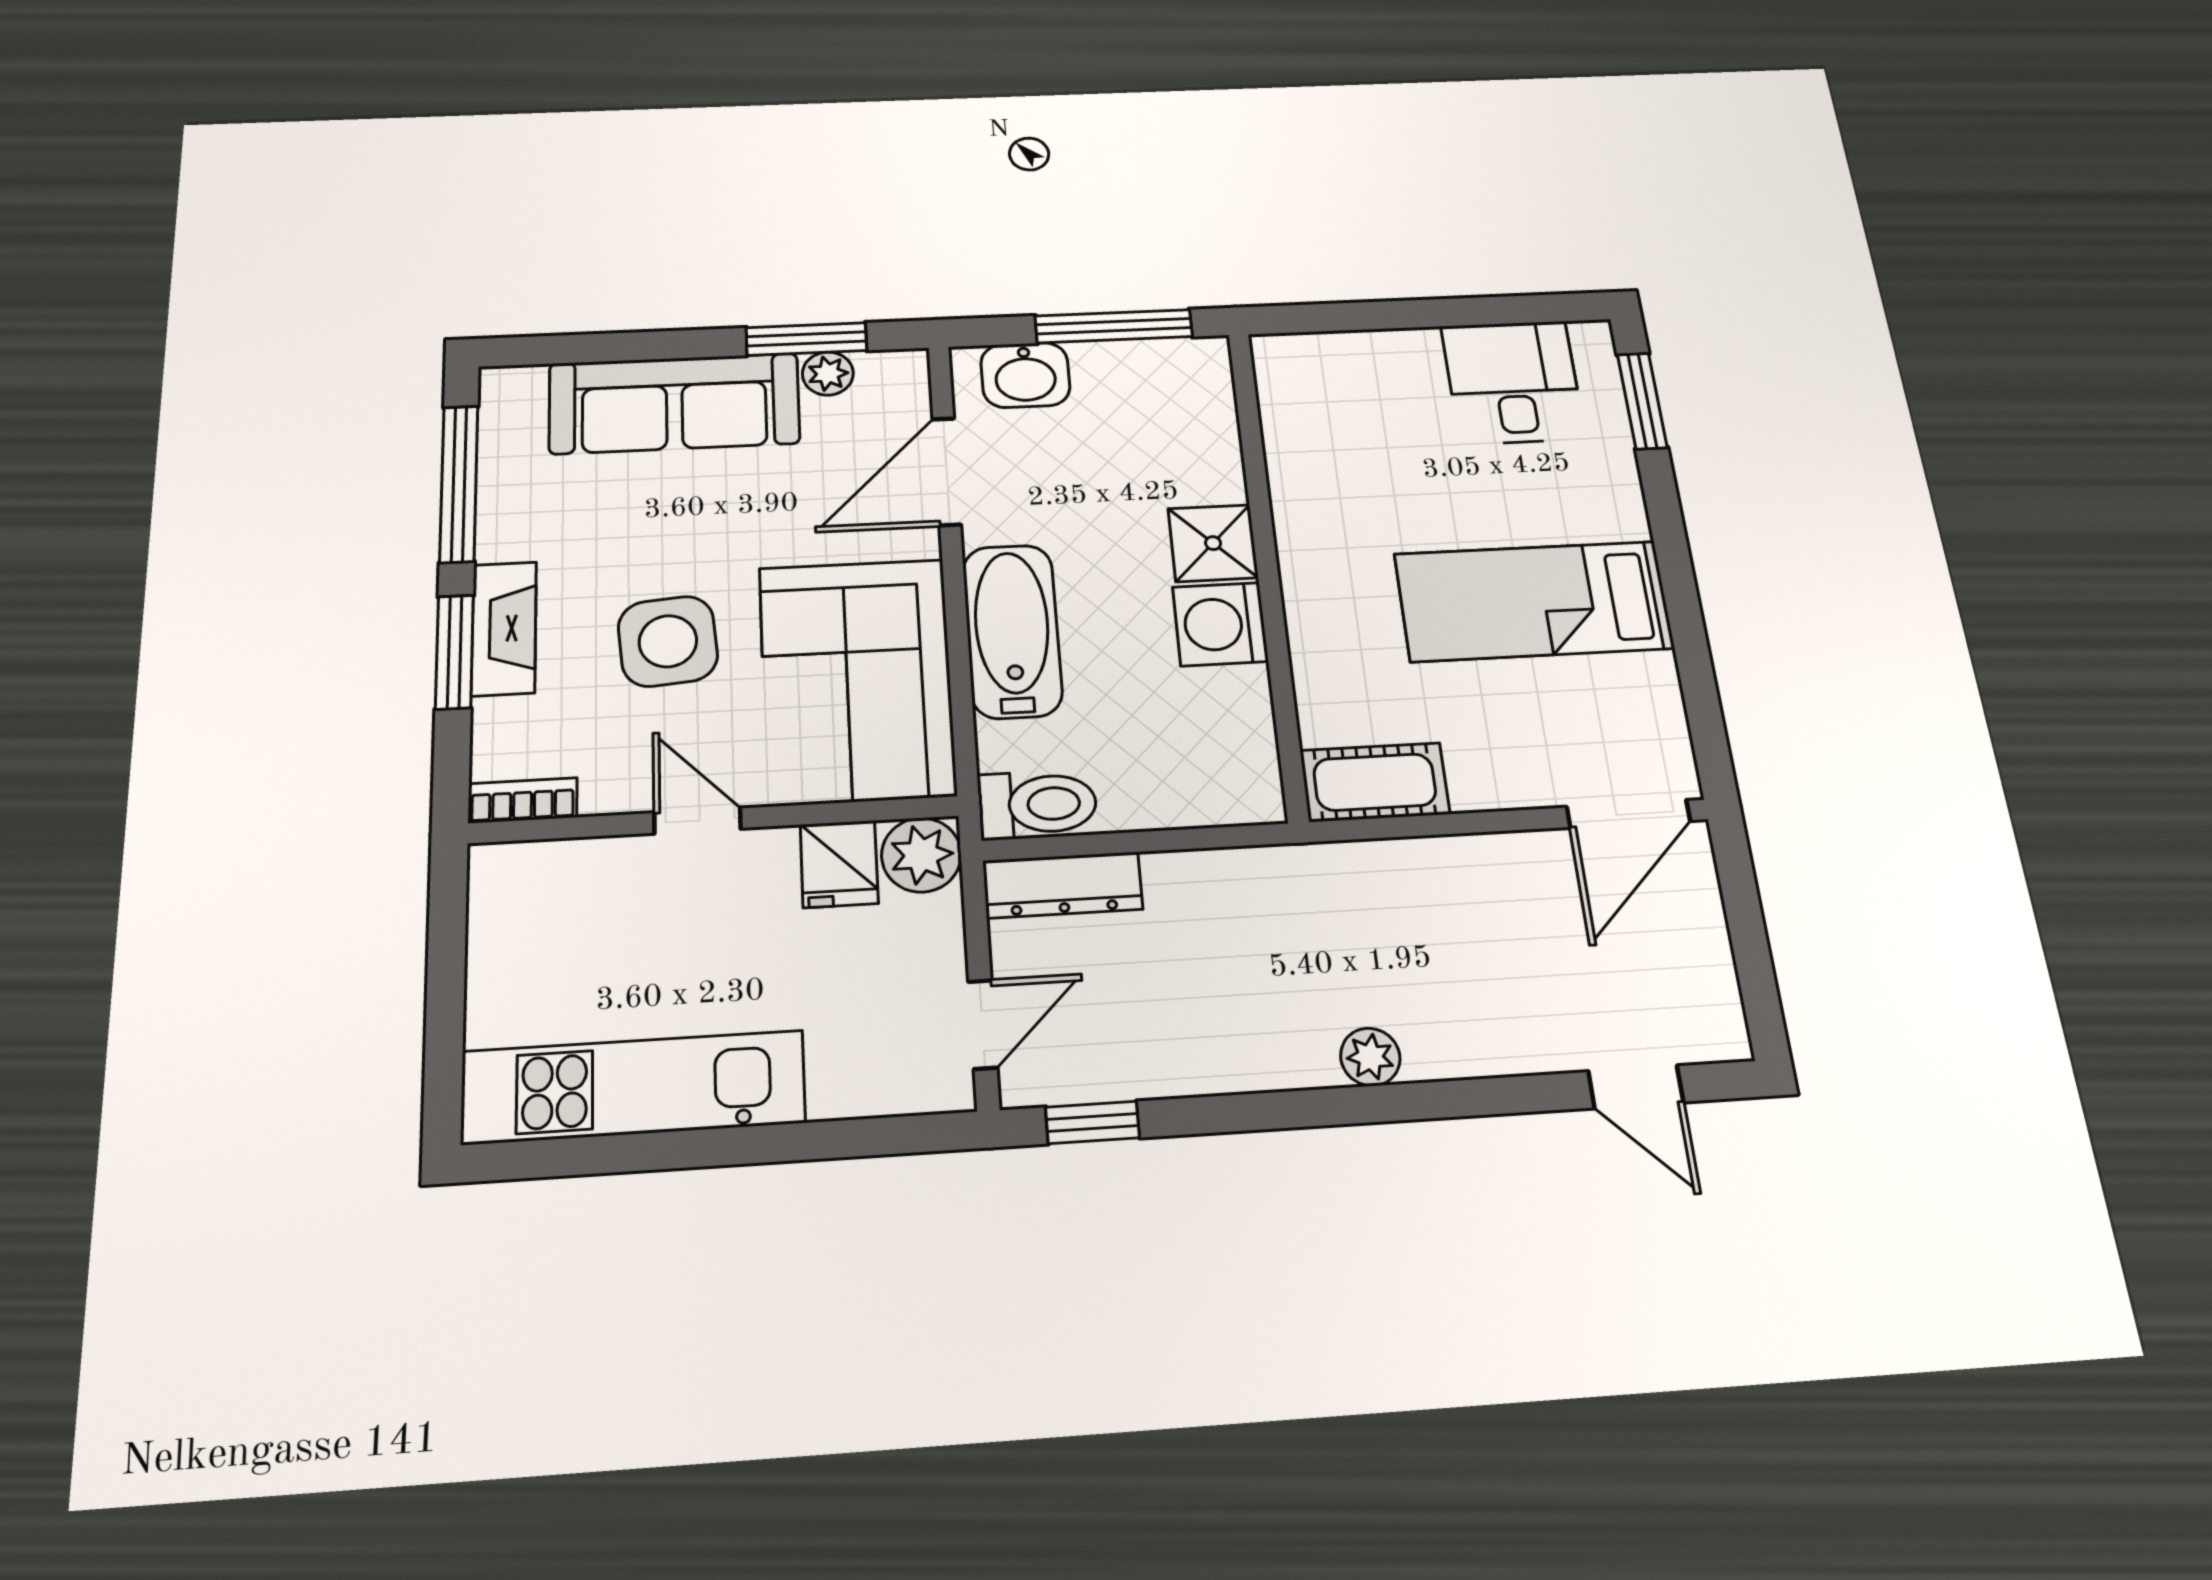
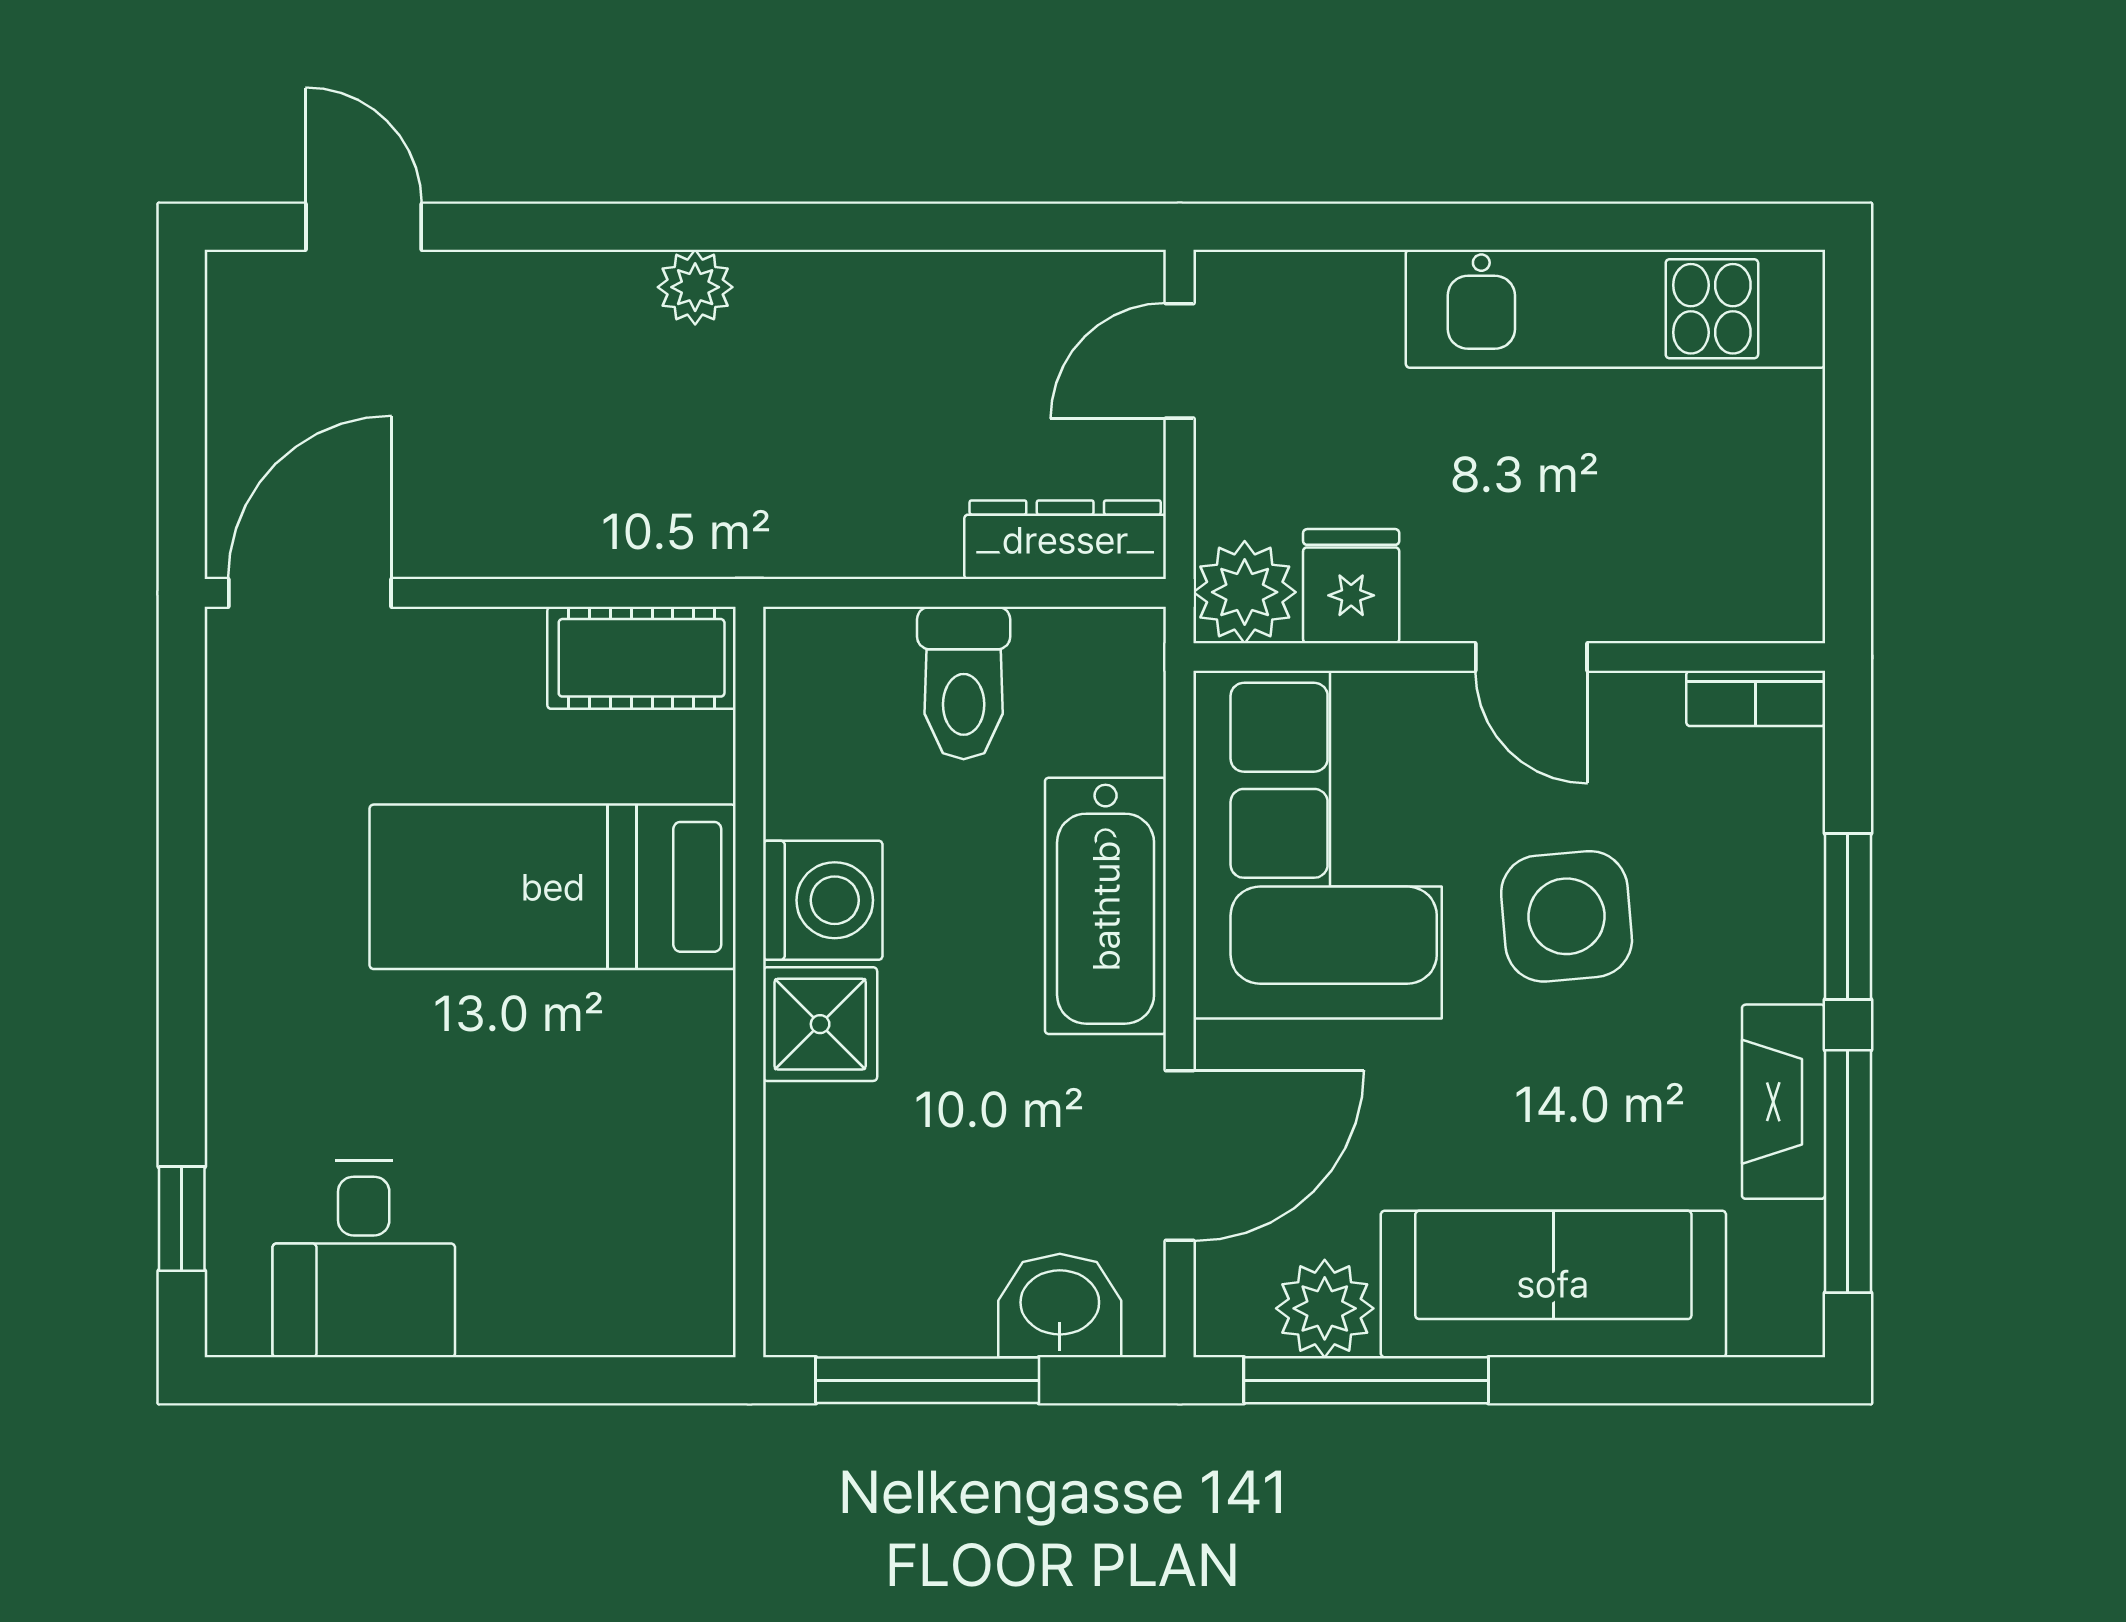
window: (806, 339) -> (1366, 1380), width x1.44
plant: (828, 374) -> (1325, 1308), width x1.38, depth x1.38
window: (1642, 401) -> (182, 1219), width x0.67
bed: (1534, 601) -> (553, 887), moved, turned 180
fireplace: (504, 629) -> (1784, 1102), moved
toilet: (1037, 804) -> (964, 683), moved, turned -90
window: (1093, 1122) -> (1052, 227), removed

